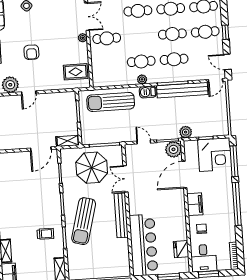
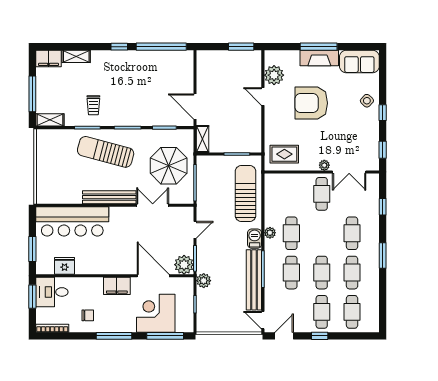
armchair: (31, 52) -> (311, 103), width x1.88, depth x1.88
rug: (76, 72) -> (284, 154), turned 90
corner desk: (215, 155) -> (156, 313), moved, turned 90
window: (237, 204) -> (114, 336), width x0.68
chair: (202, 229) -> (88, 315), moved

